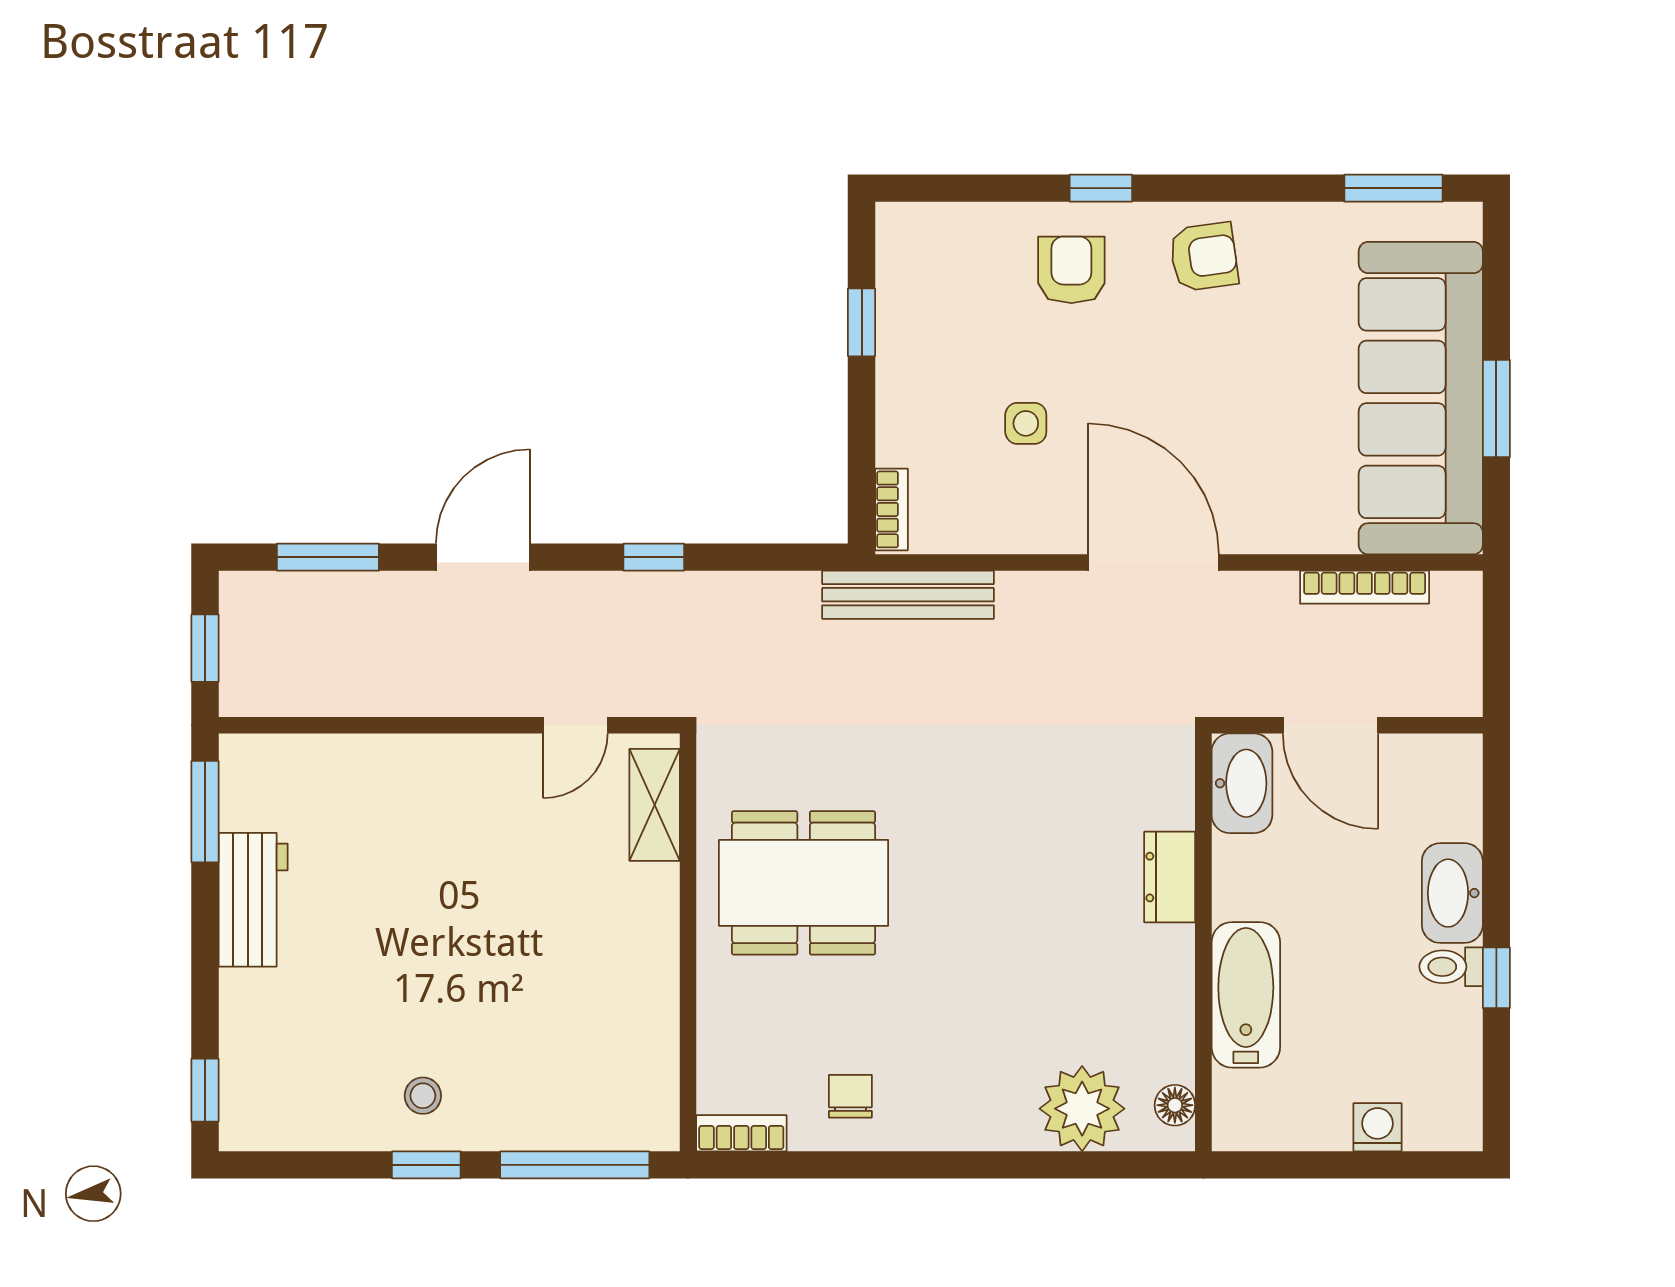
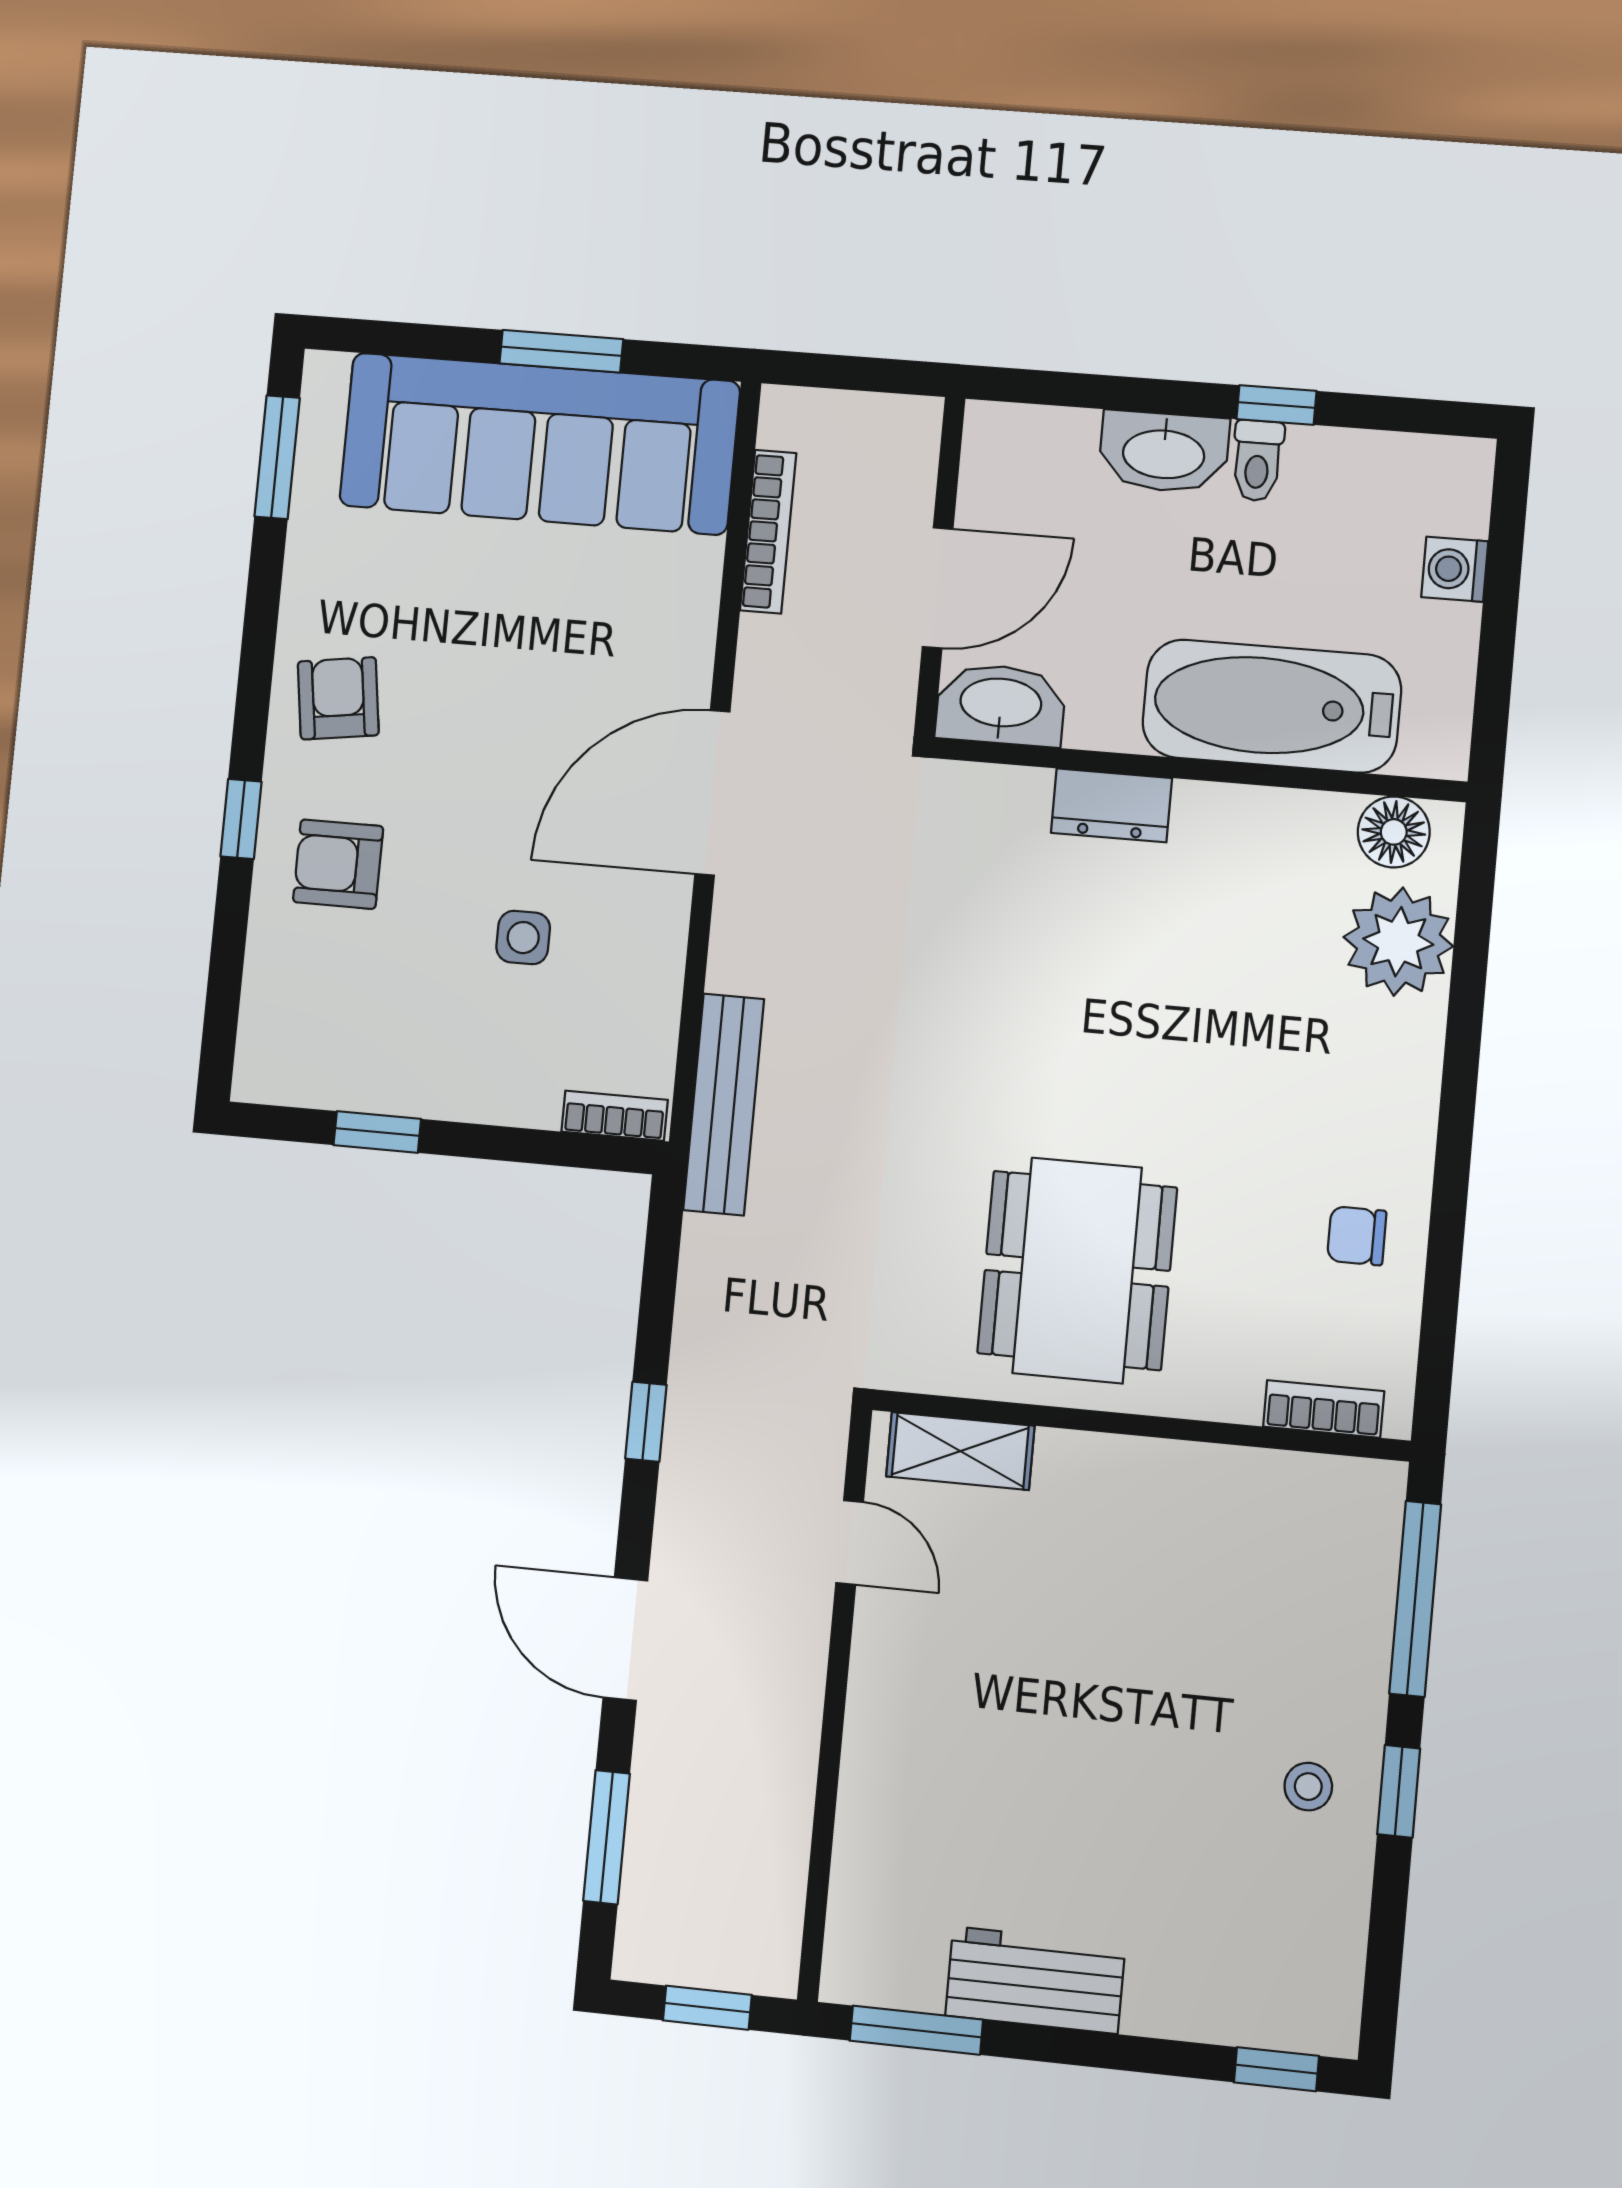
bathtub: (1246, 995) -> (1272, 706), width x1.36, depth x1.36
floor lamp: (1175, 1105) -> (1394, 832), width x1.37, depth x1.37
bookcase: (741, 1133) -> (1324, 1409), moved, turned 90

